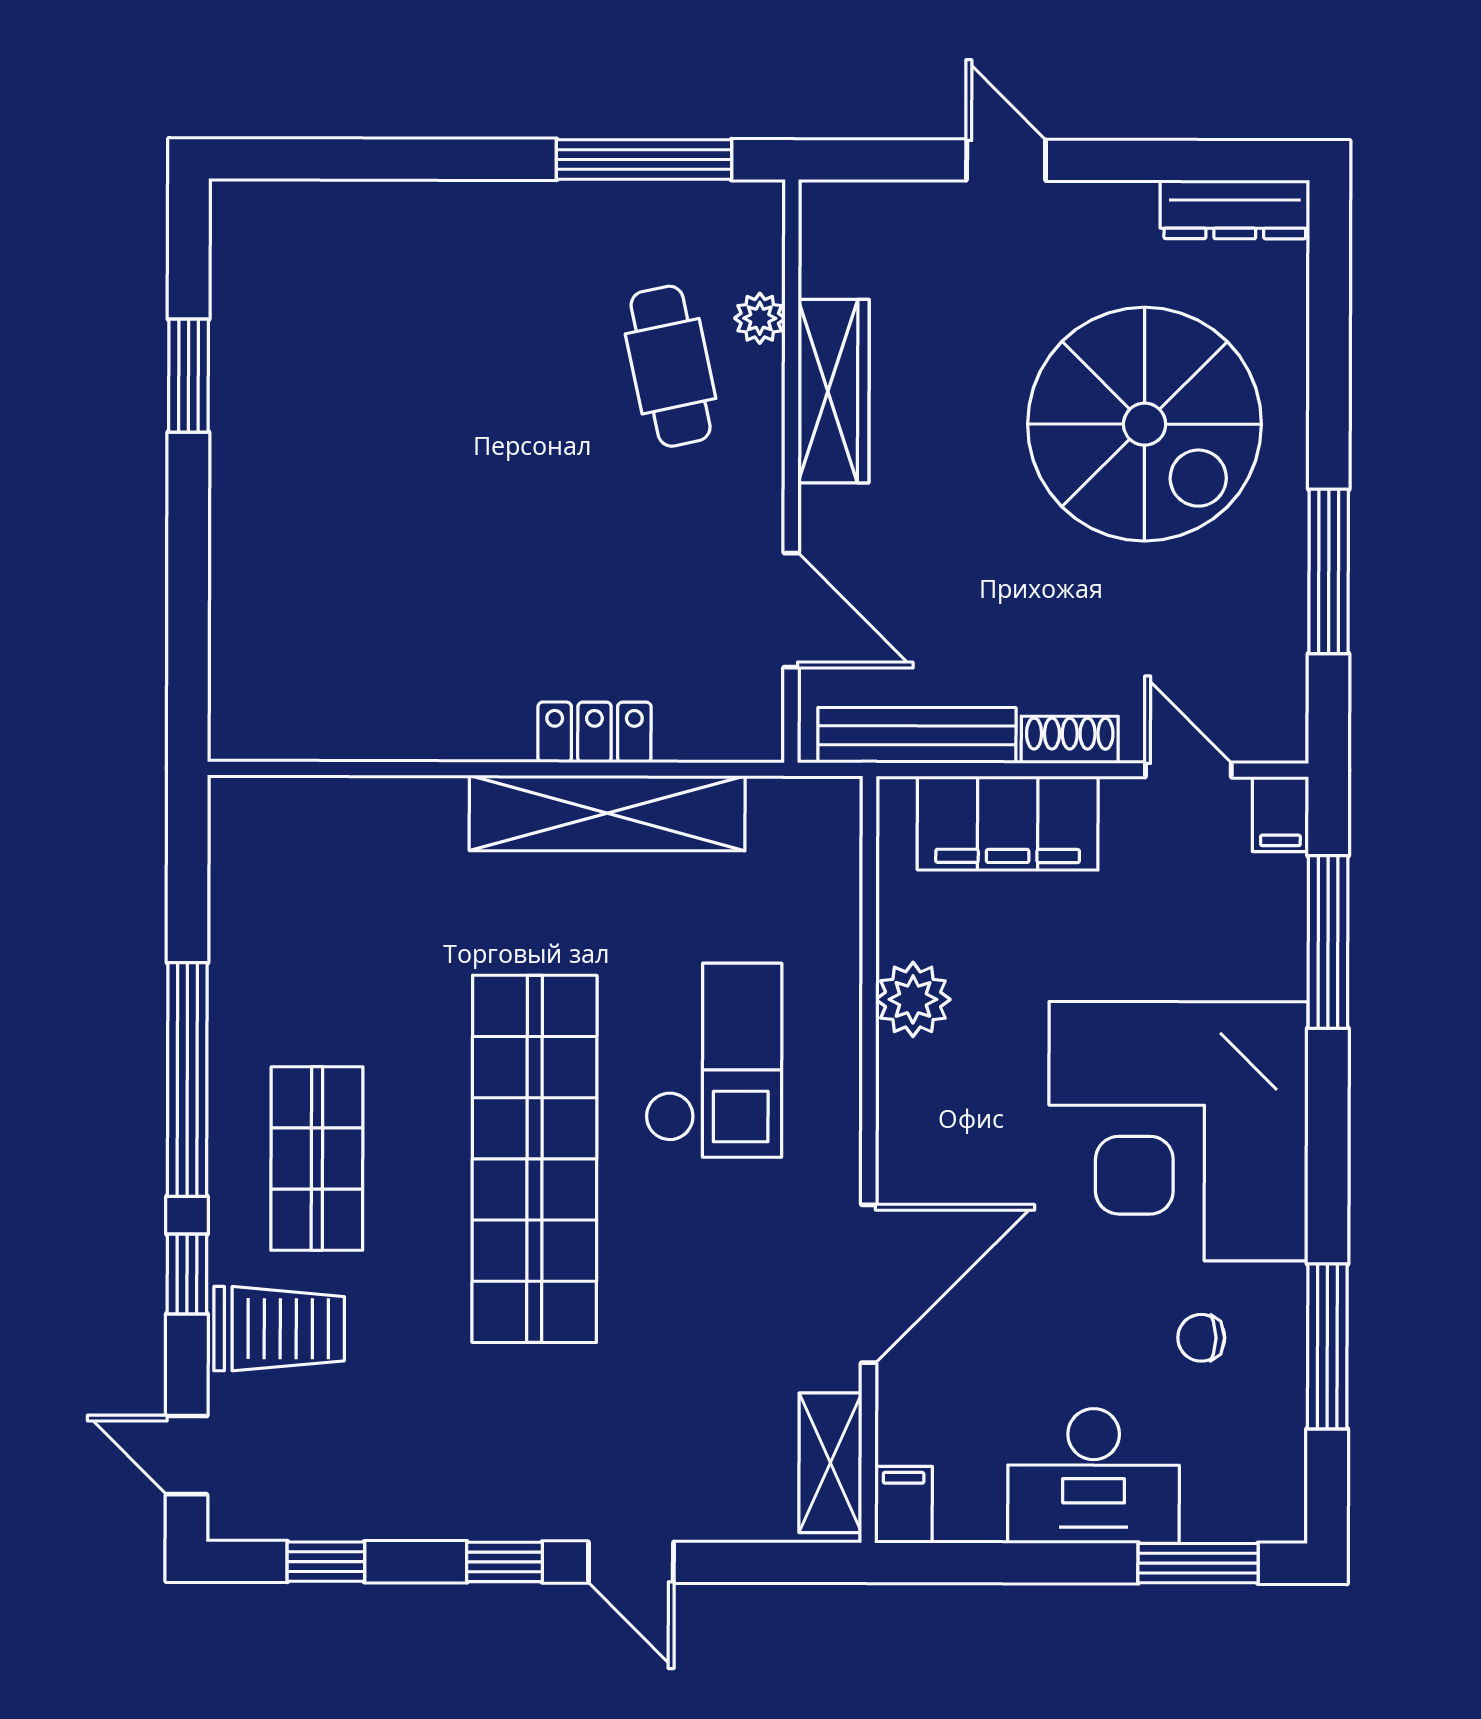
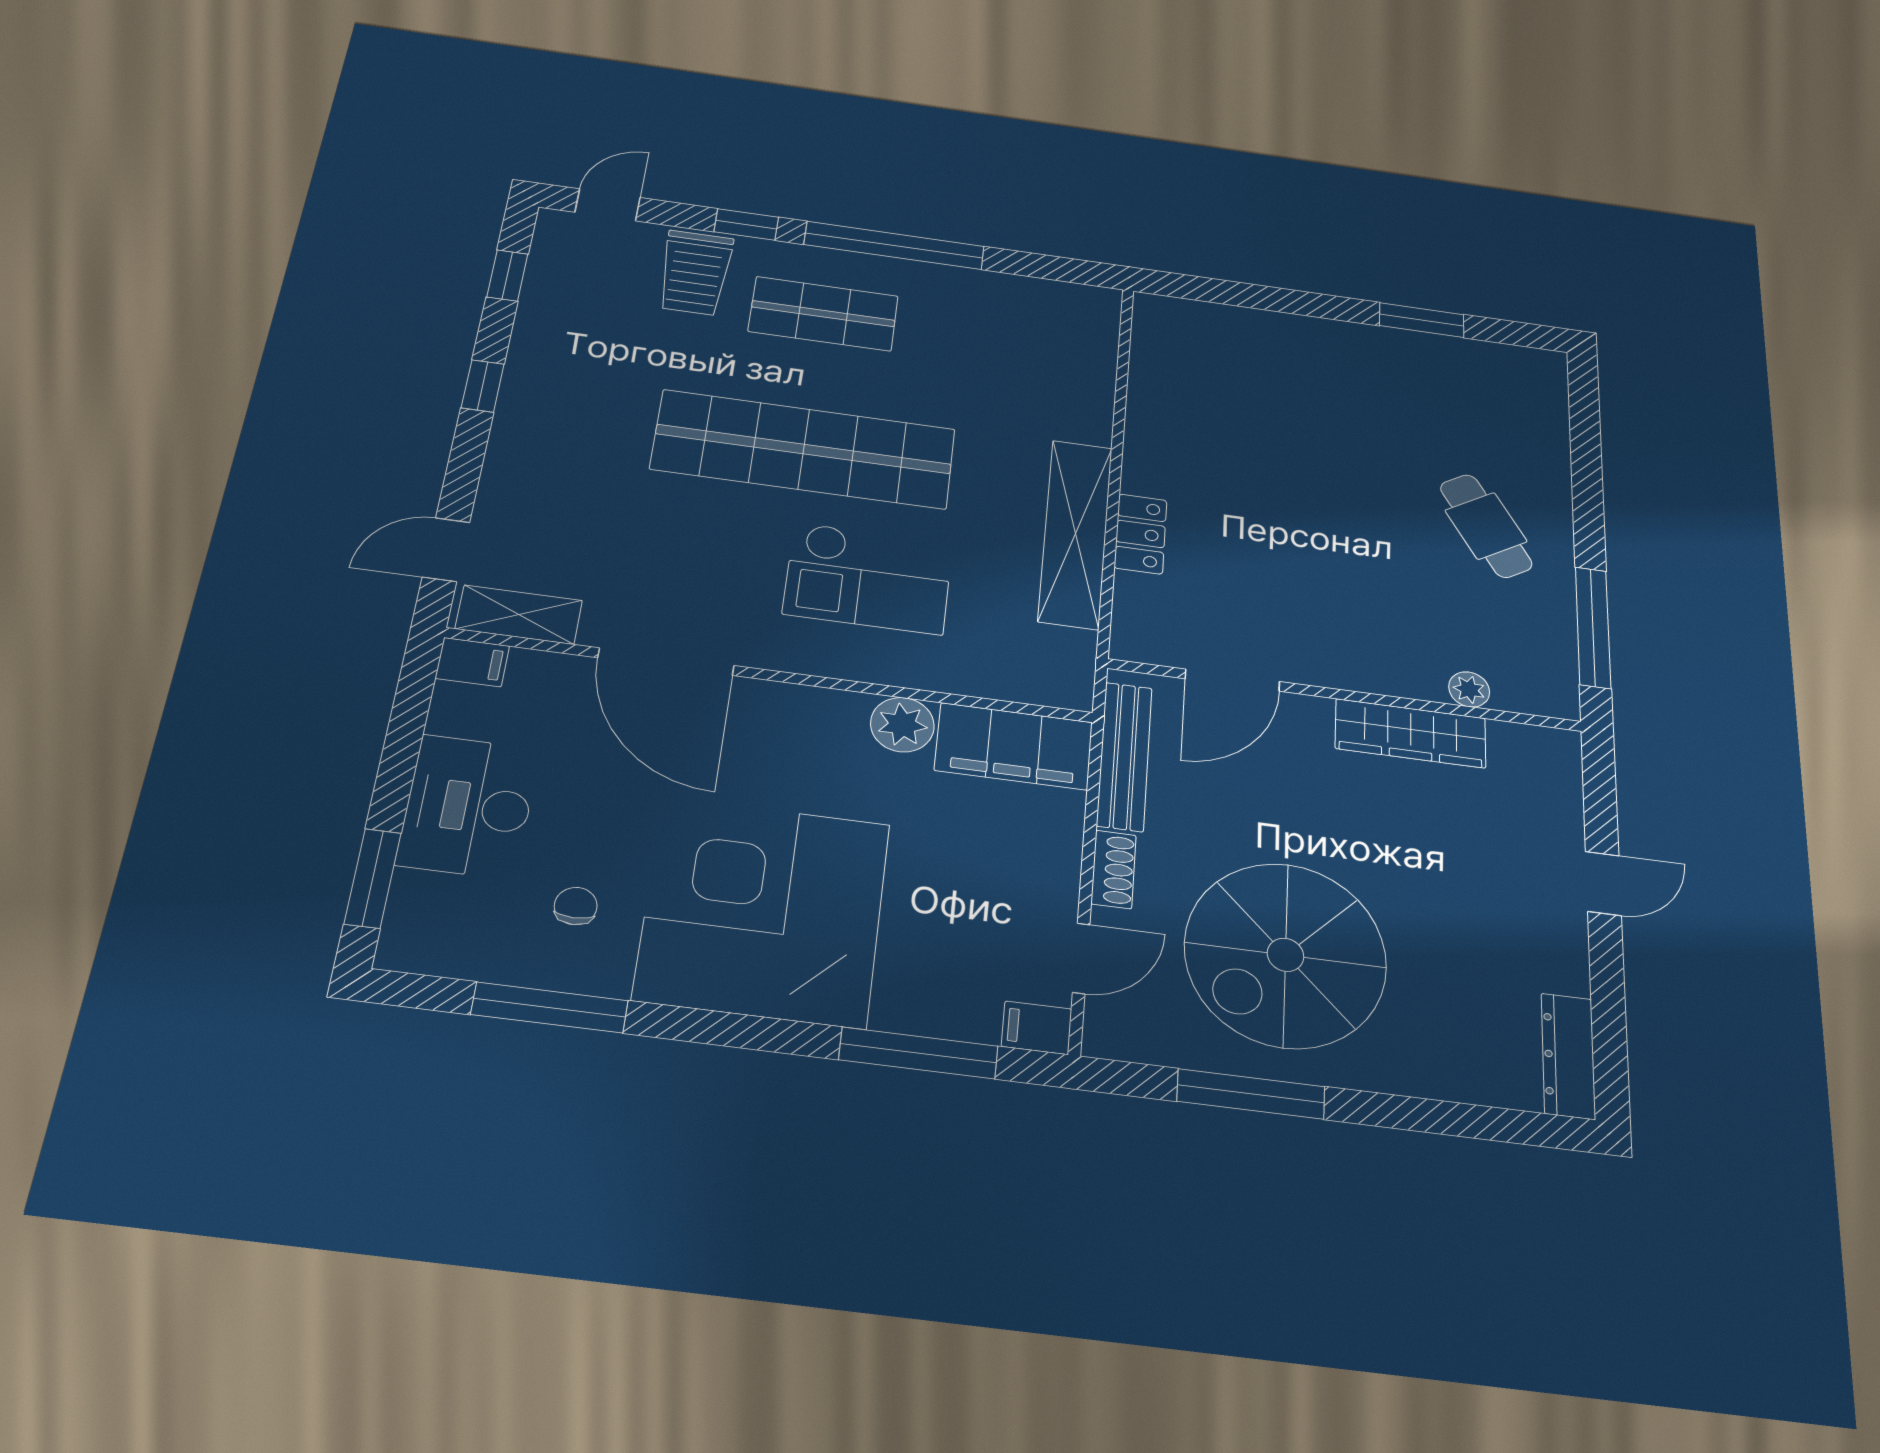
cafe table: (671, 366) -> (1486, 526), moved, turned 71
spiral stairs: (1145, 424) -> (1285, 955), moved
filing cabinet: (1008, 823) -> (1014, 746), moved, turned -90
door: (631, 1562) -> (446, 550), moved

